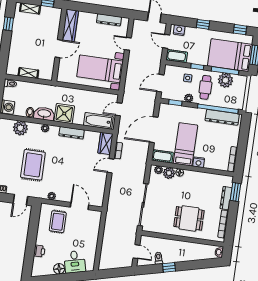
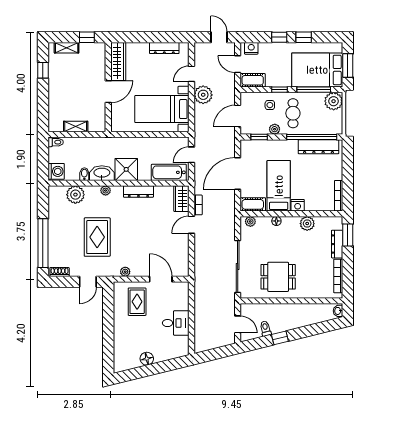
window: (240, 30) -> (304, 37), moved
door: (128, 44) -> (191, 74), hinge flipped
plant: (135, 62) -> (203, 95), added
plant: (225, 80) -> (334, 101), moved
plant: (169, 173) -> (307, 224), moved
dining table: (189, 218) -> (278, 277), moved
printer: (39, 251) -> (120, 341), removed
desk: (75, 262) -> (176, 323), moved, turned -76

